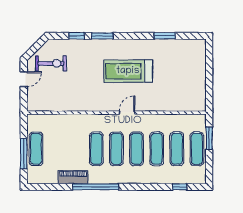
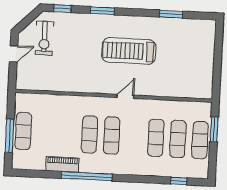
window: (76, 36) -> (62, 9), moved
exercise bike: (51, 63) -> (44, 38), turned 90
exercise mat: (137, 149) -> (134, 137), removed

